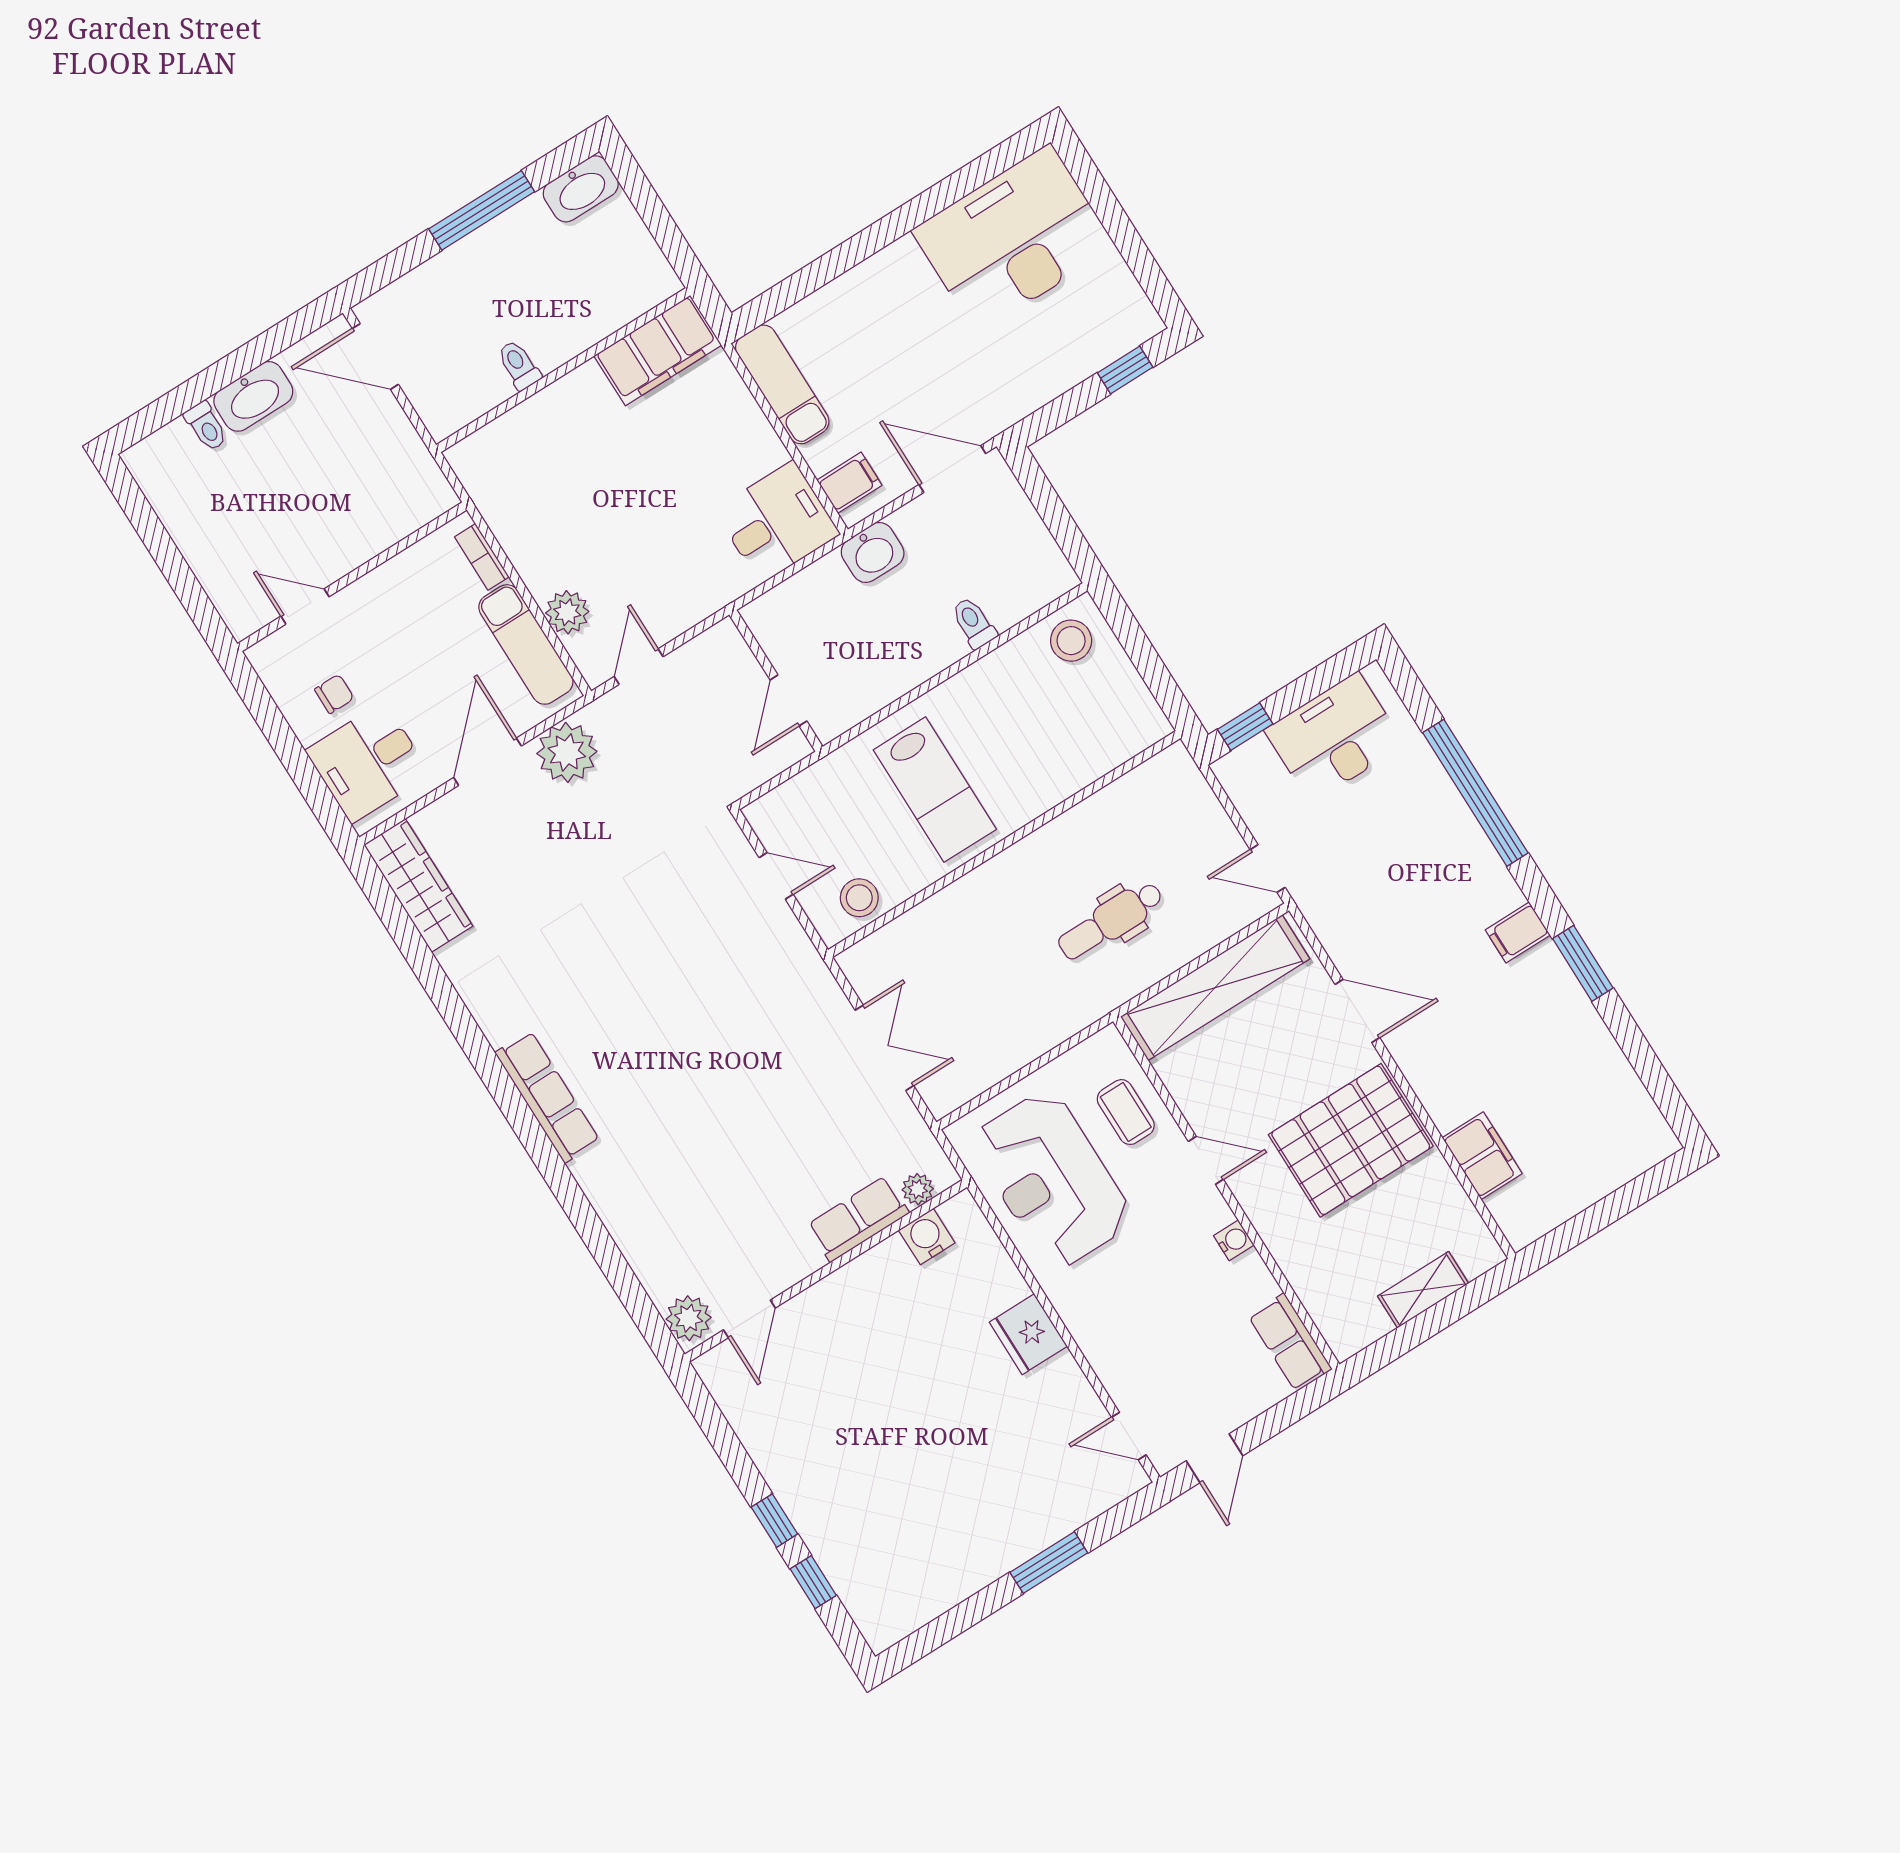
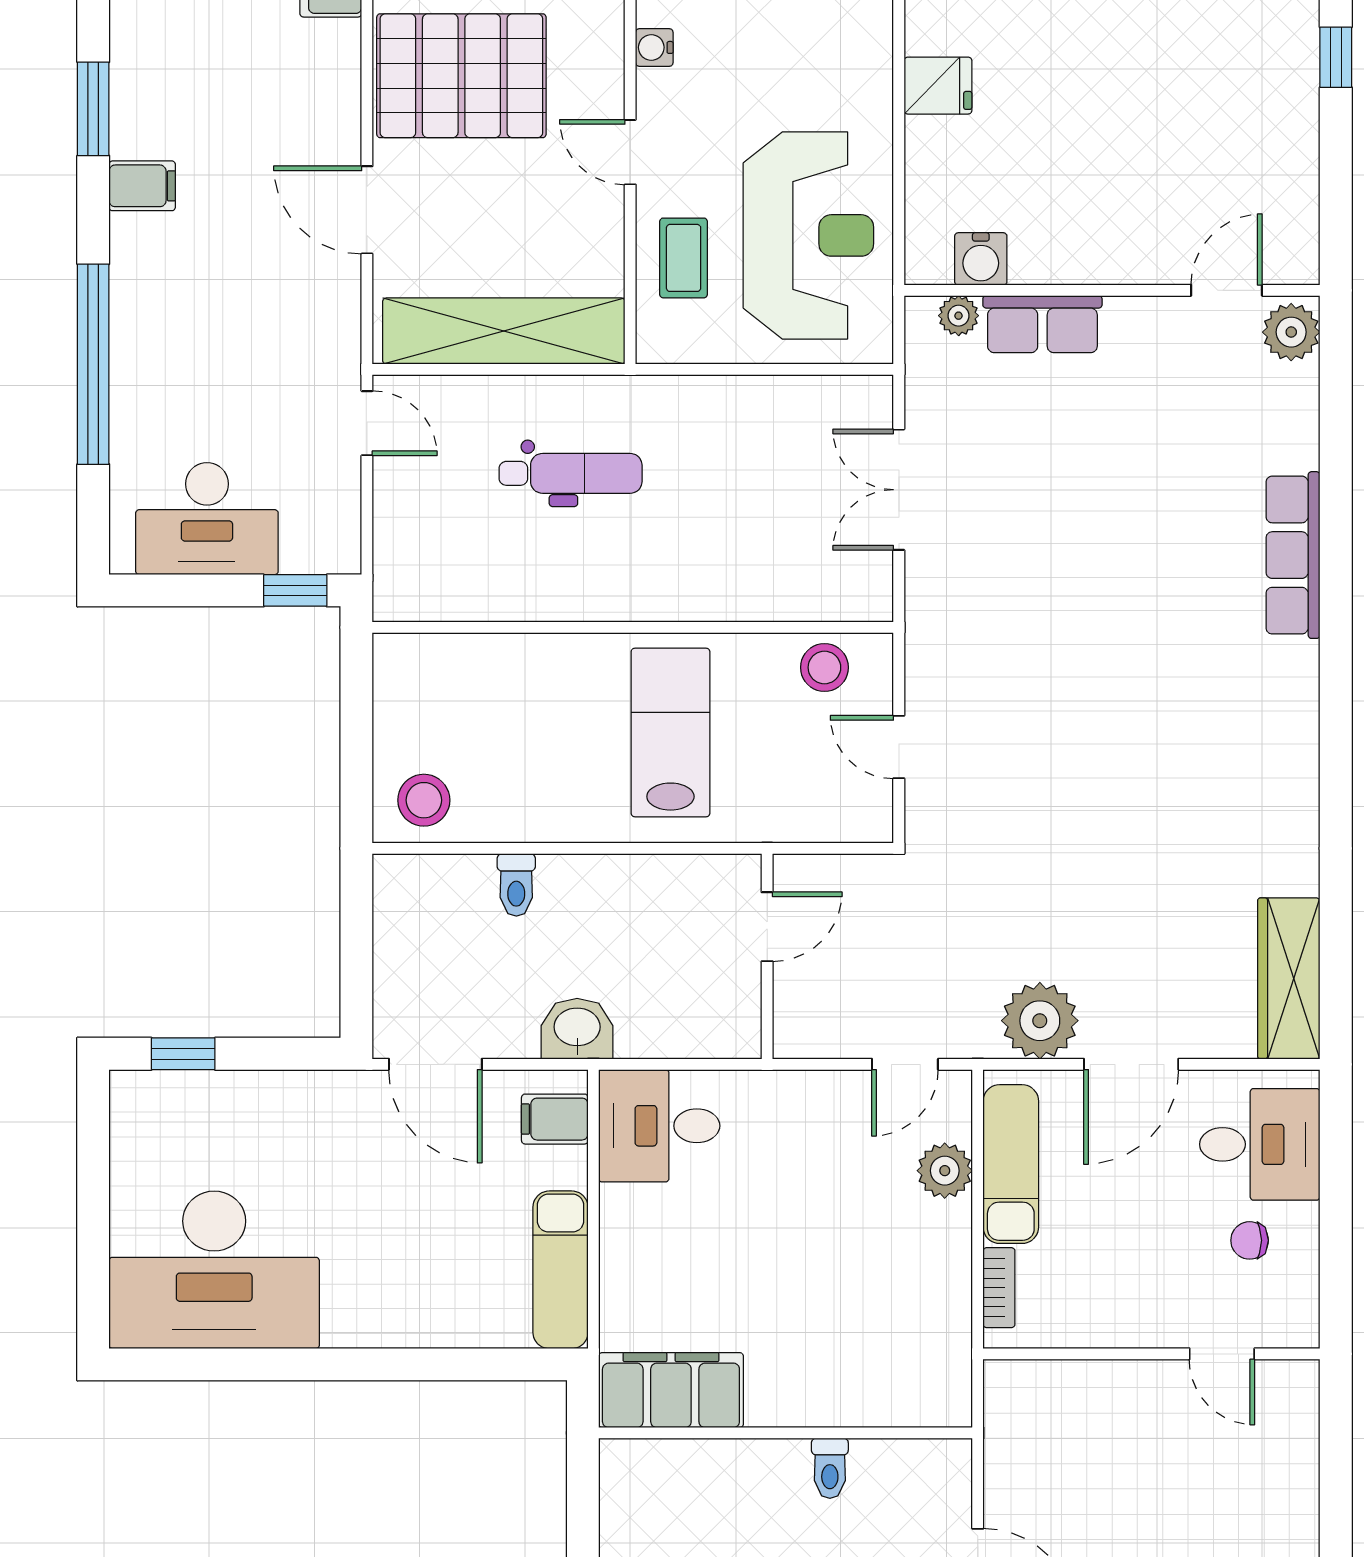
row of seats: (547, 1097) -> (1293, 555), moved
fridge: (1028, 1334) -> (938, 86), width x0.72

